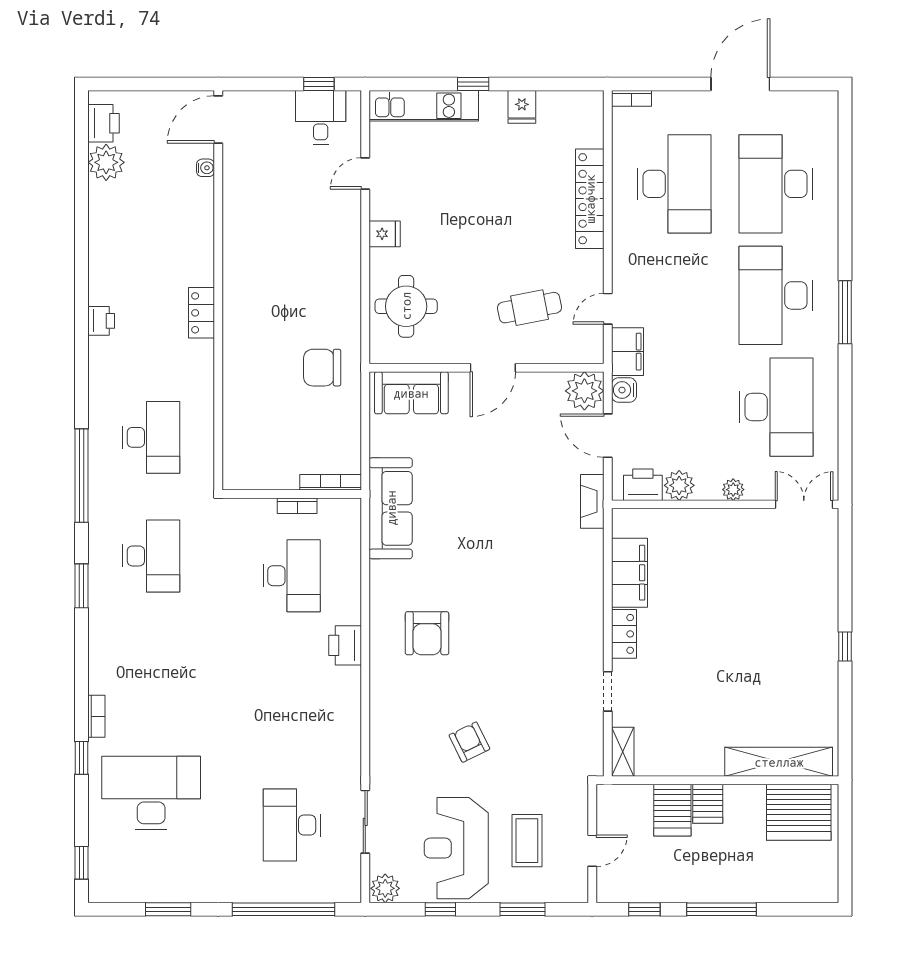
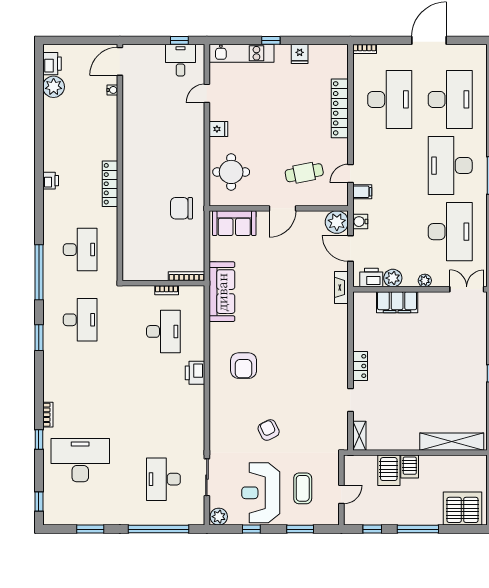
desk: (776, 184) -> (450, 99), turned 180
locker: (202, 313) -> (110, 184), width x1.53
filing cabinet: (627, 352) -> (362, 192), width x0.50
filing cabinet: (629, 573) -> (397, 302), moved, turned 90
server rack: (799, 812) -> (462, 509), moved, turned 180

